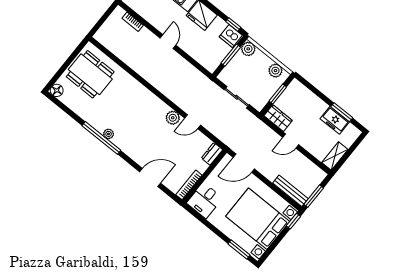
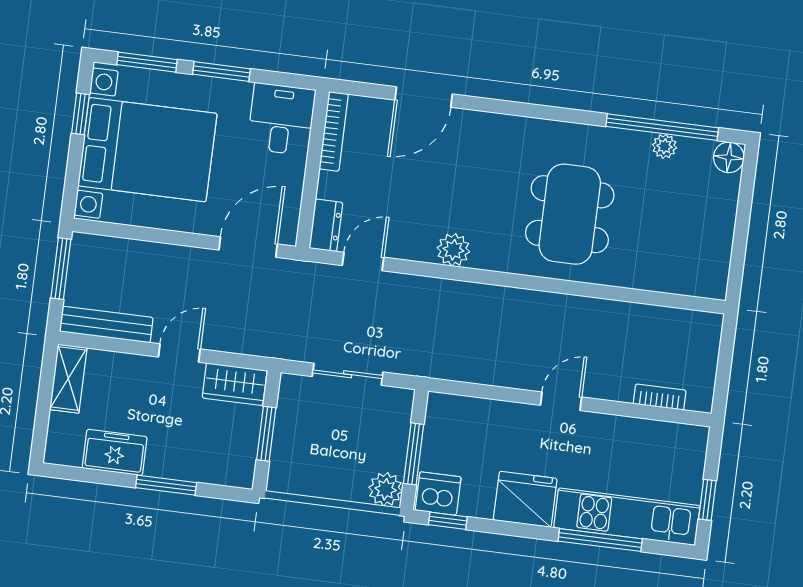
door: (168, 42) -> (561, 401), swing flipped
plant: (275, 71) -> (301, 479), removed
dining table: (90, 74) -> (570, 214), moved, turned 90
window: (342, 112) -> (166, 485), moved
door: (193, 122) -> (363, 261), moved
plant: (109, 134) -> (665, 146), moved
window: (101, 138) -> (662, 127), moved
bench: (290, 191) -> (106, 324), moved
window: (293, 221) -> (80, 114), moved
window: (215, 230) -> (221, 71), added

